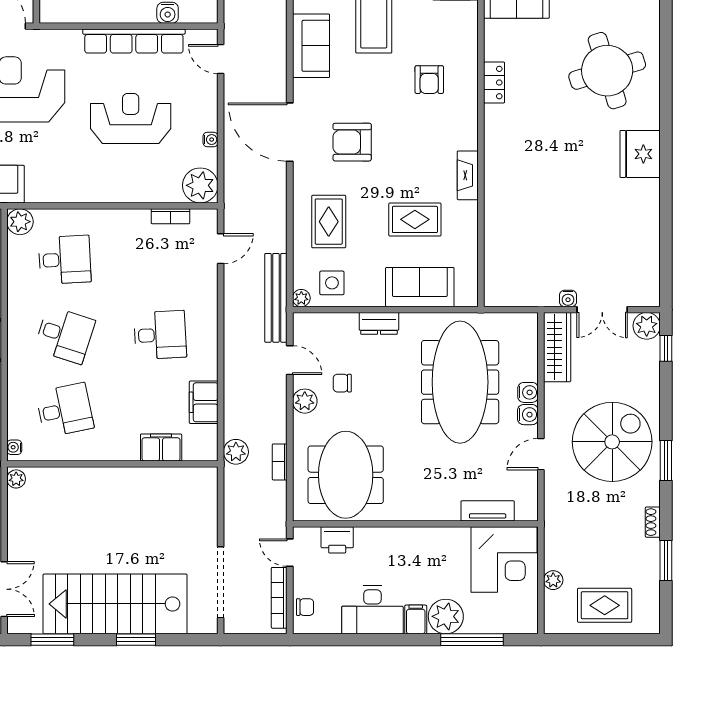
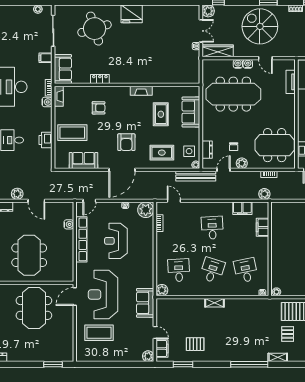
dresser: (379, 323) -> (207, 150), moved

